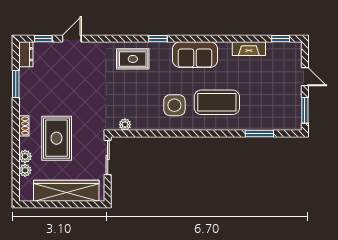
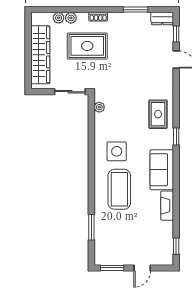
fireplace: (249, 49) -> (167, 206), moved

